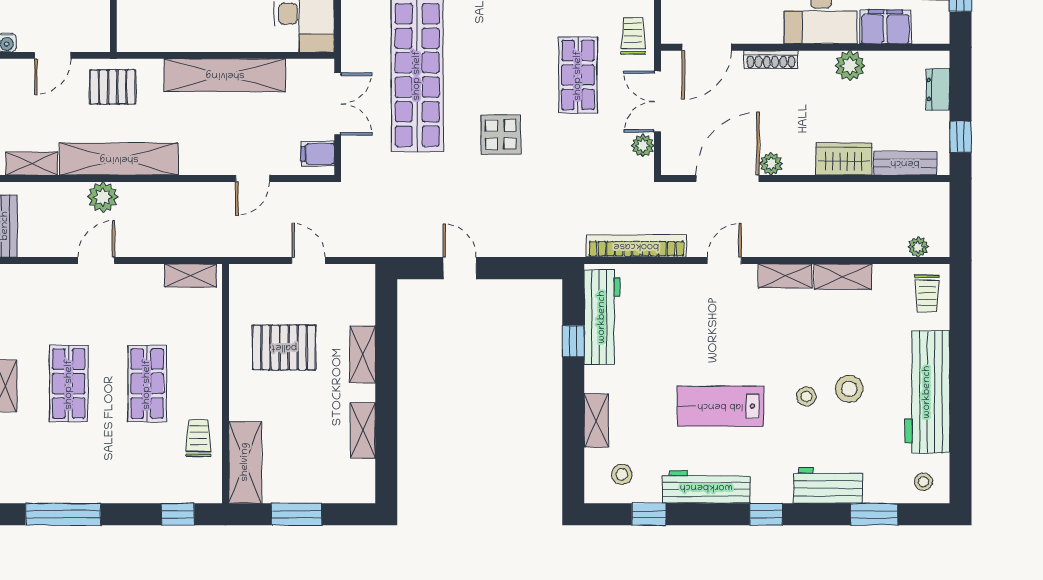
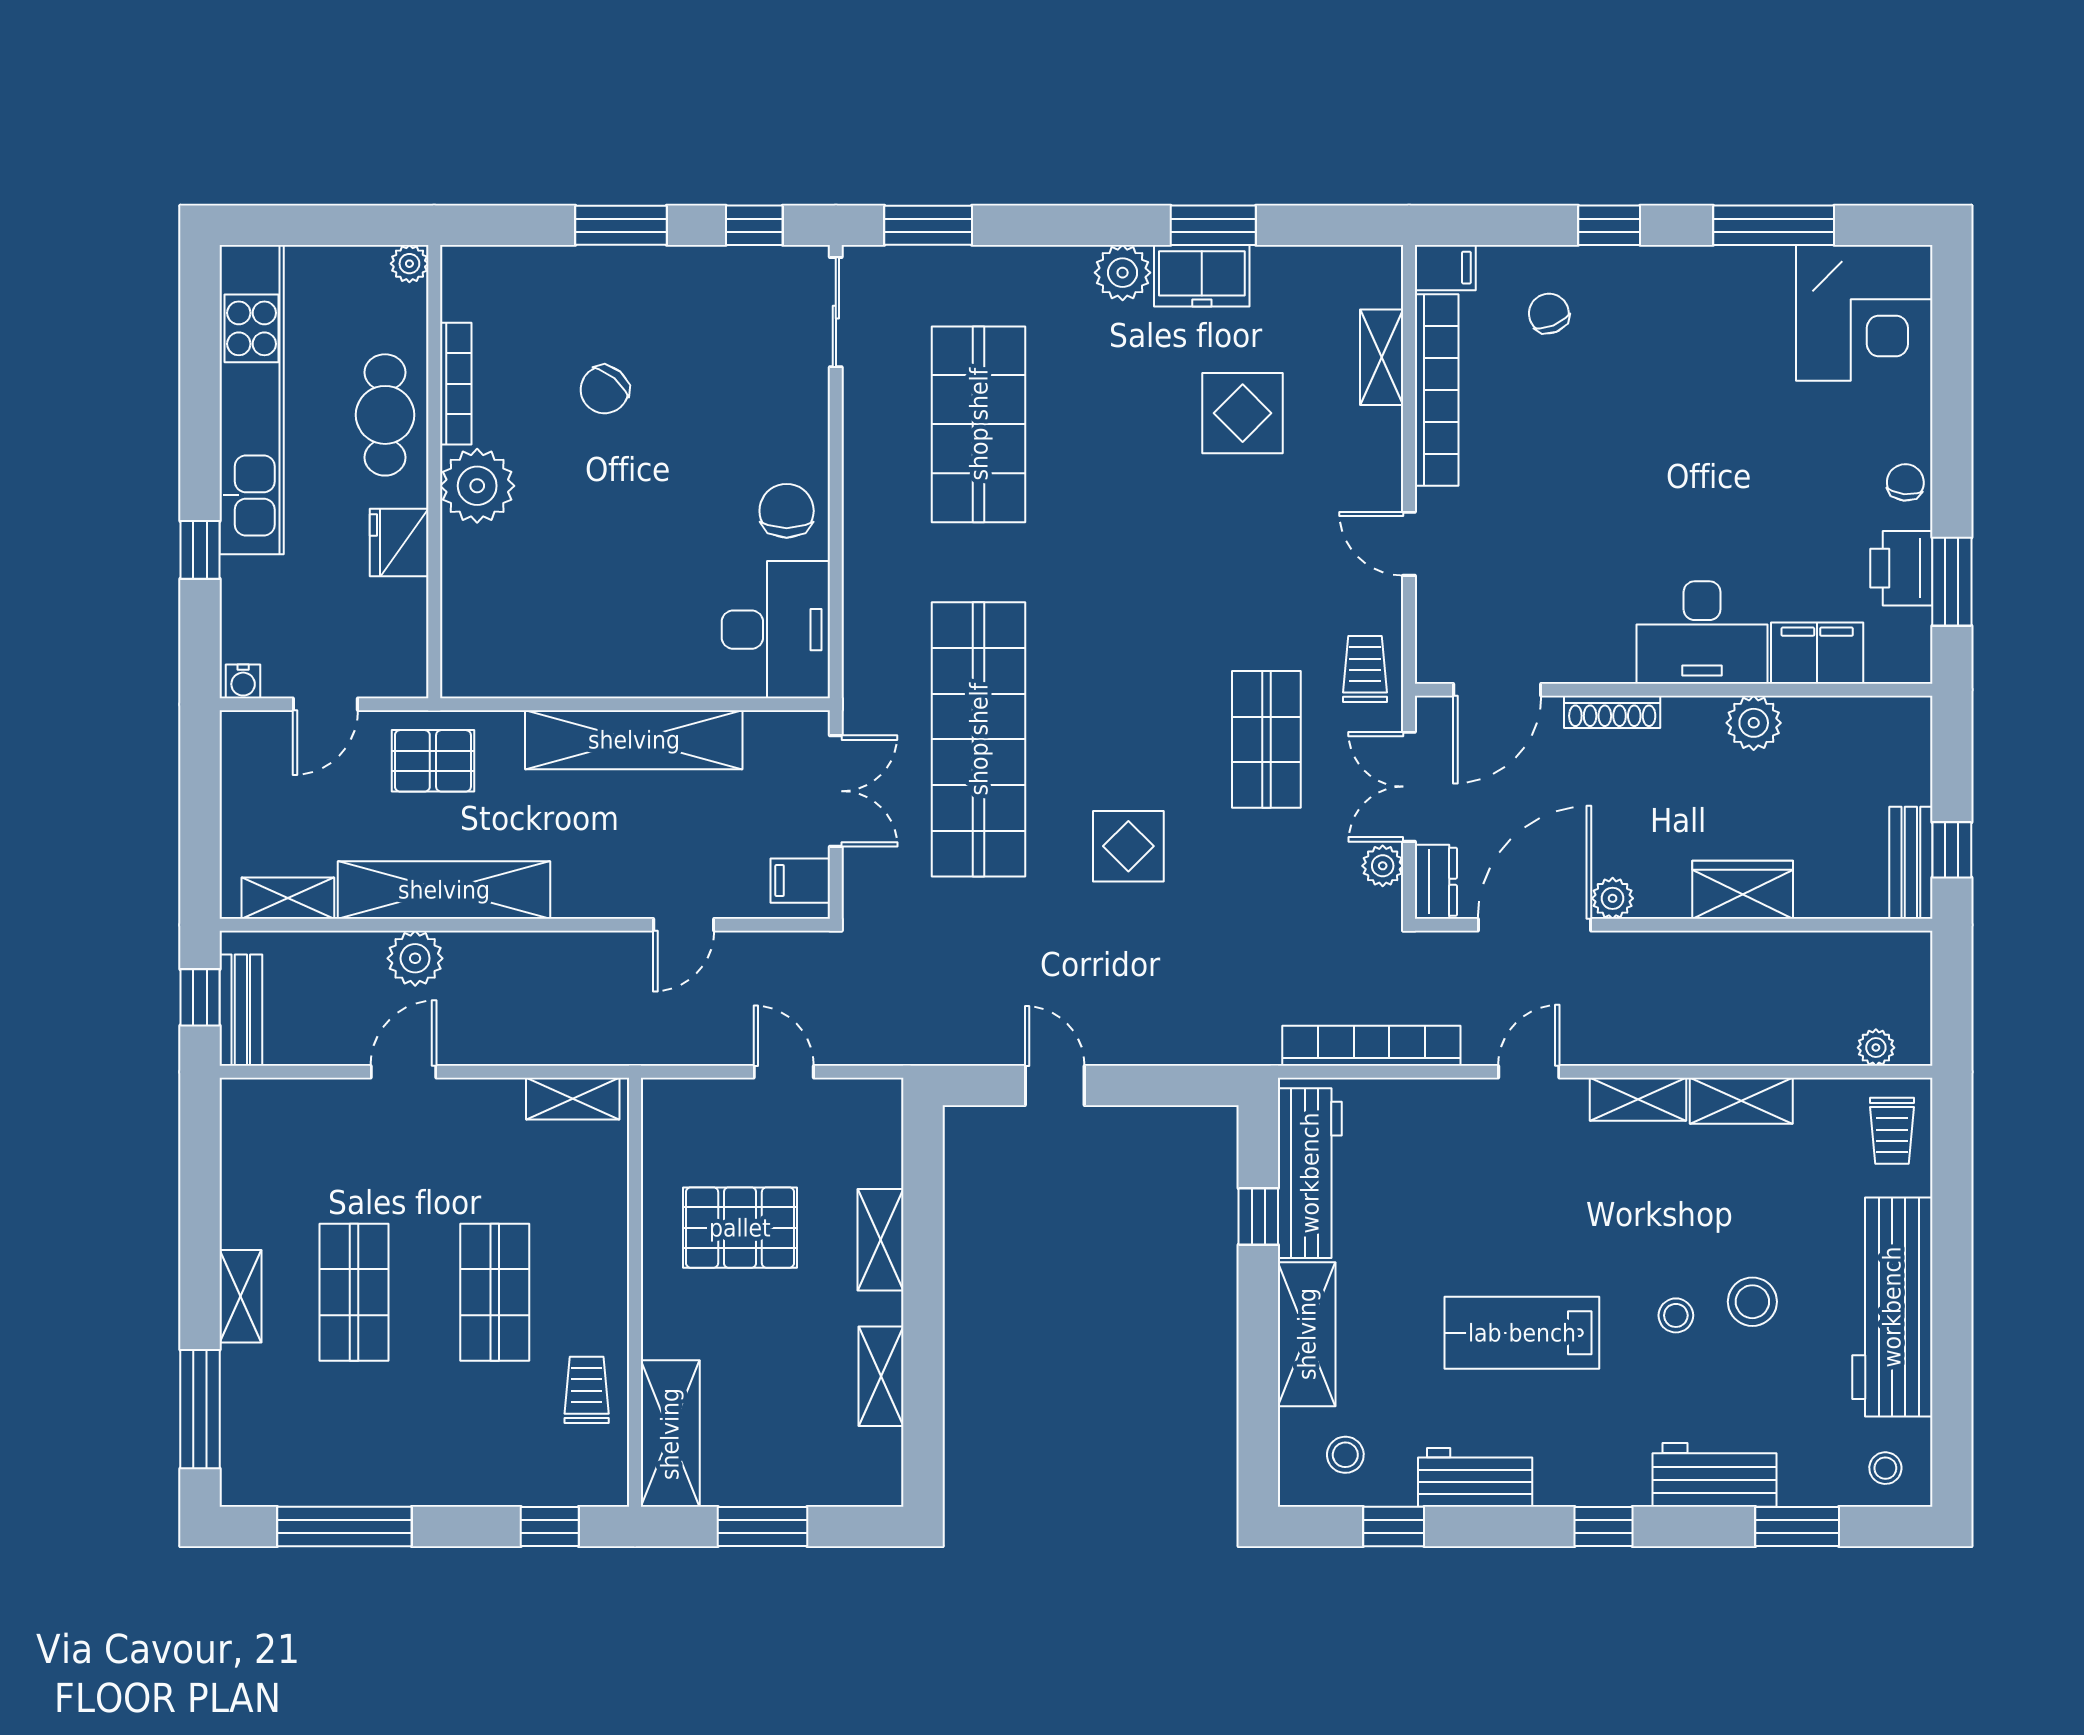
dresser: (938, 90) -> (1436, 882), moved, turned 180
bench: (905, 163) -> (1911, 863), moved, turned 90
shelving: (596, 420) -> (1307, 1334), width x1.50, depth x1.33
workbench: (706, 487) -> (1475, 1477), width x0.73

